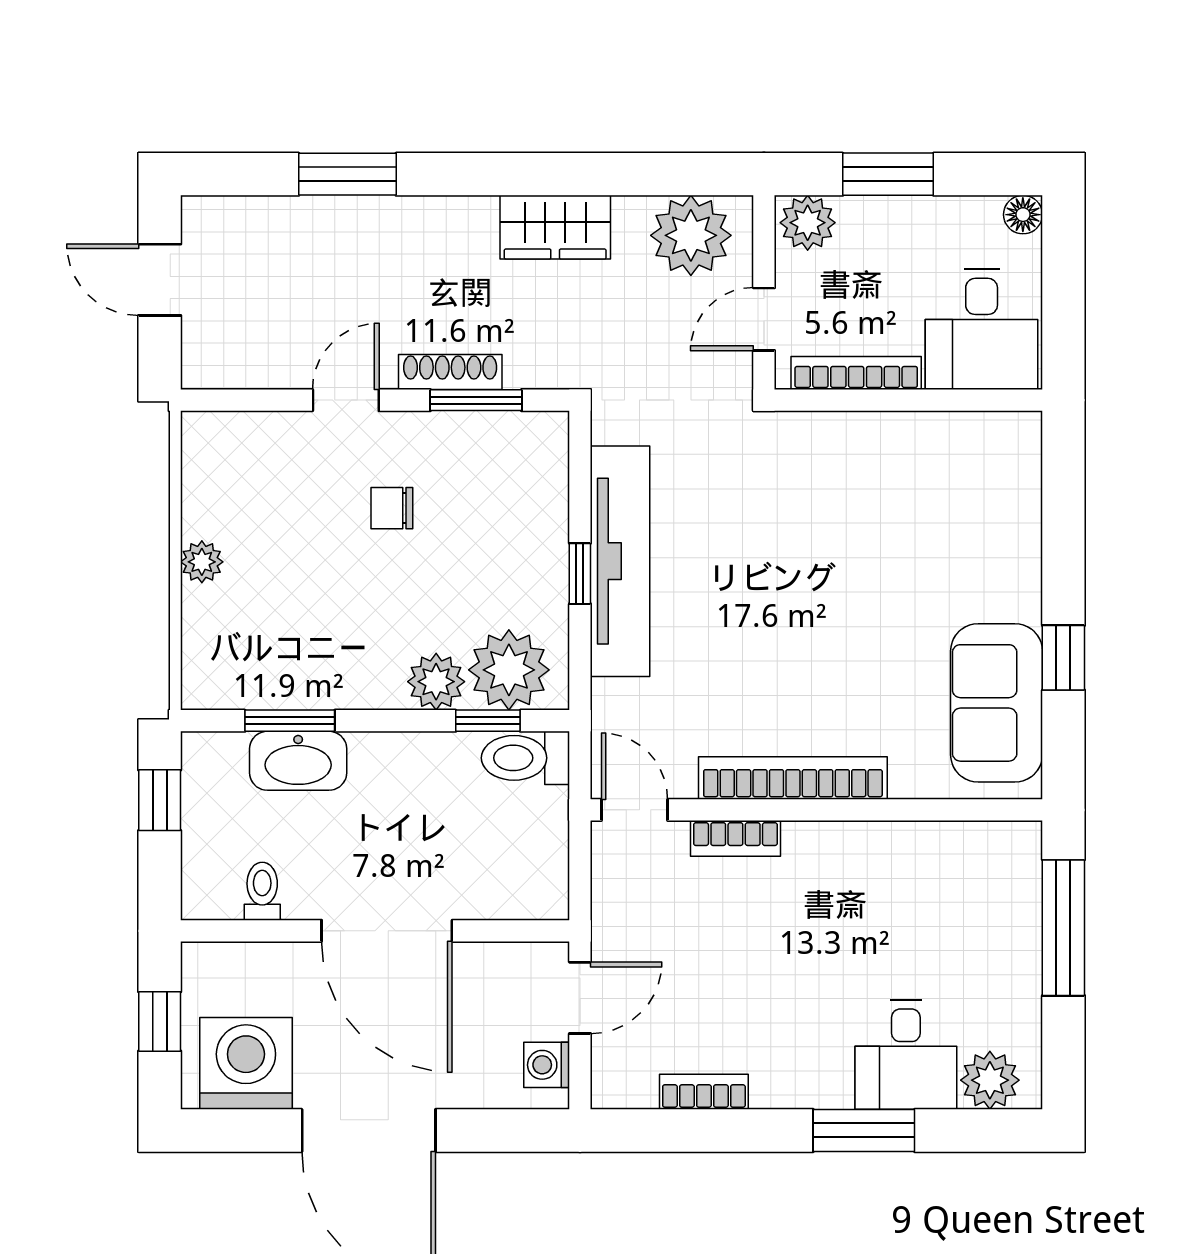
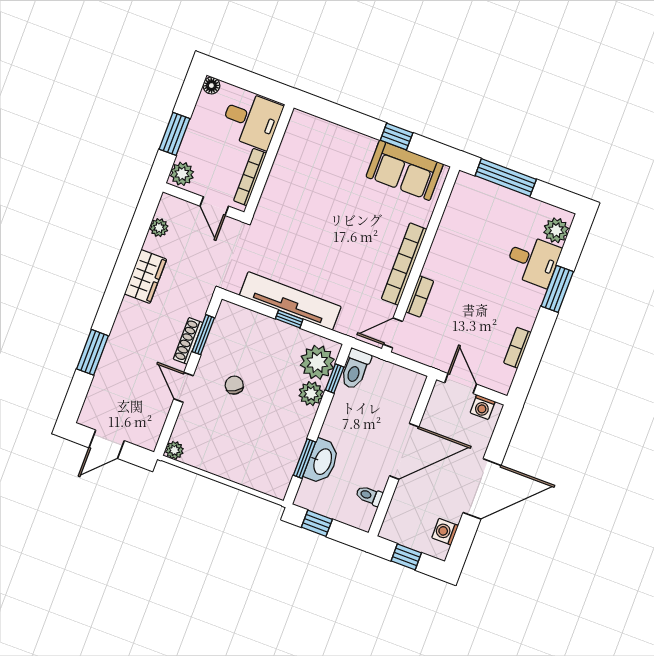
plant: (691, 235) -> (159, 228), width x0.53, depth x0.53
chair: (392, 508) -> (234, 385), turned 148
plant: (202, 562) -> (174, 450), moved
washing machine: (246, 1063) -> (445, 532), width x0.53, depth x0.53

